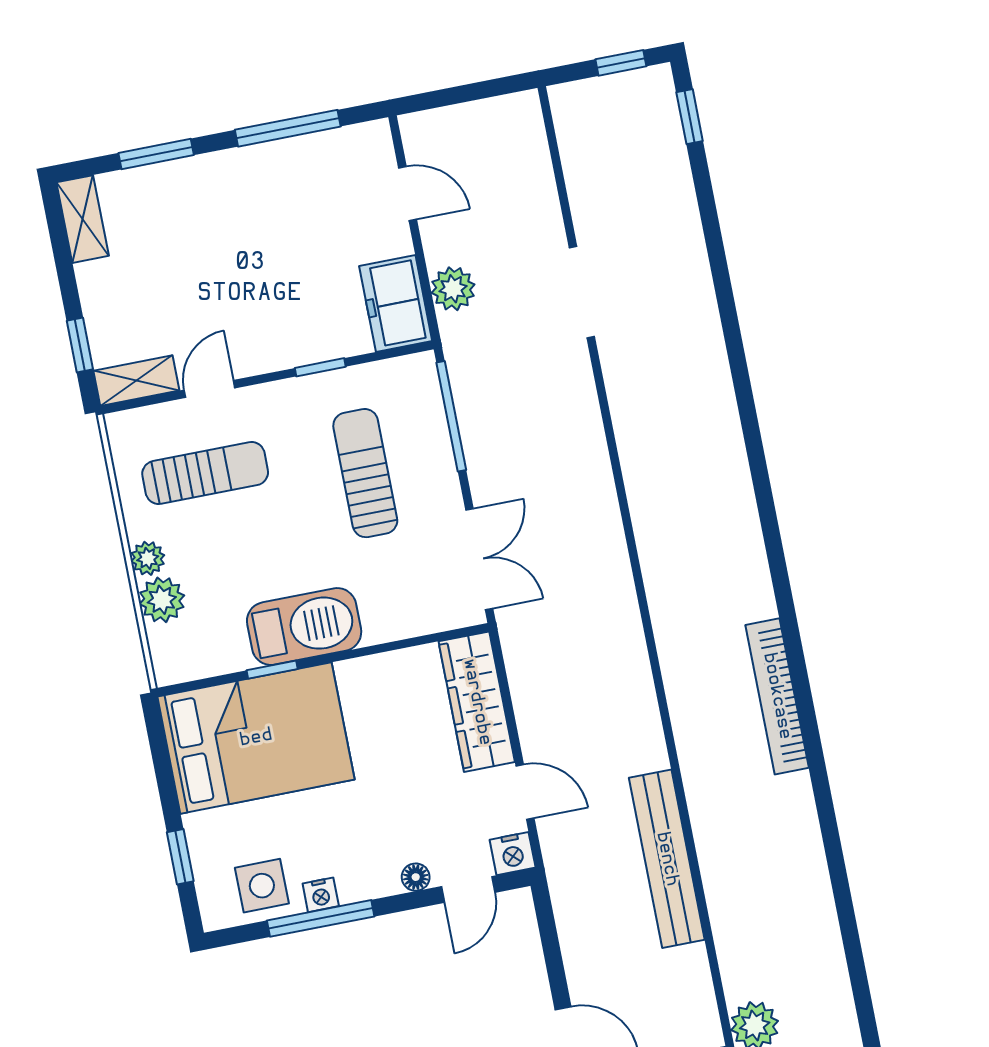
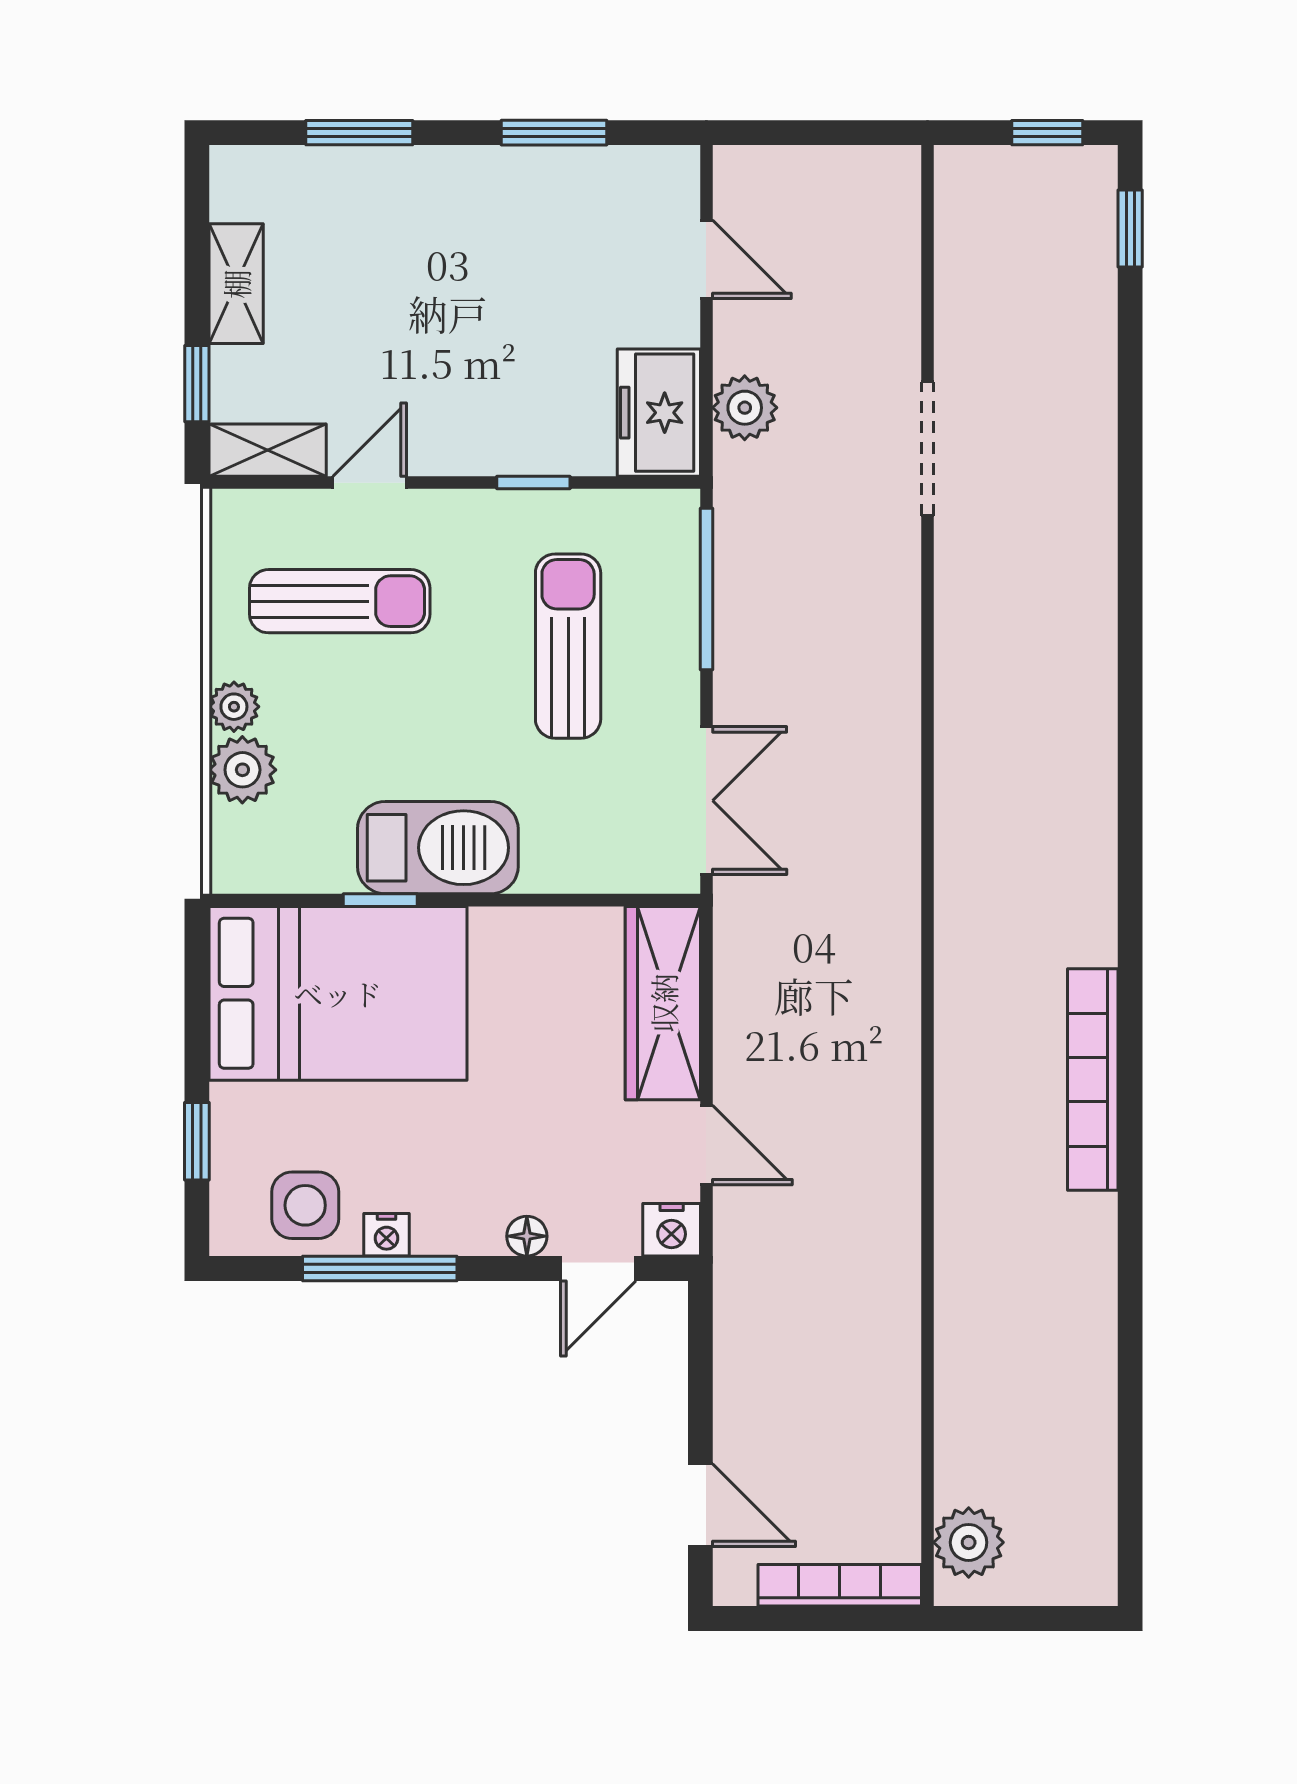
window: (288, 128) -> (554, 133), width x0.69
shelving: (83, 219) -> (236, 284), moved
bench: (667, 859) -> (890, 1280), removed

